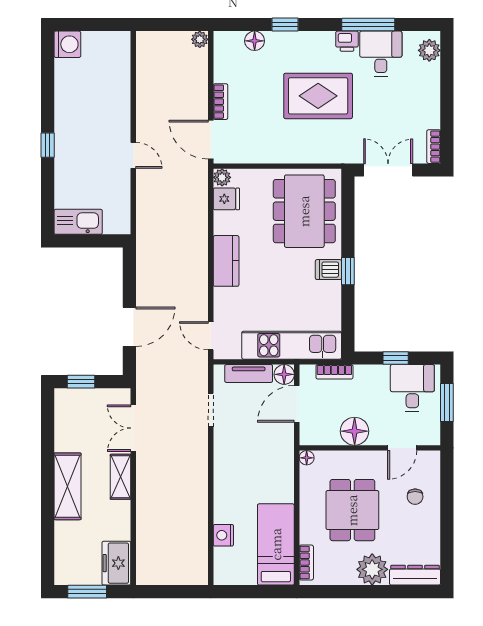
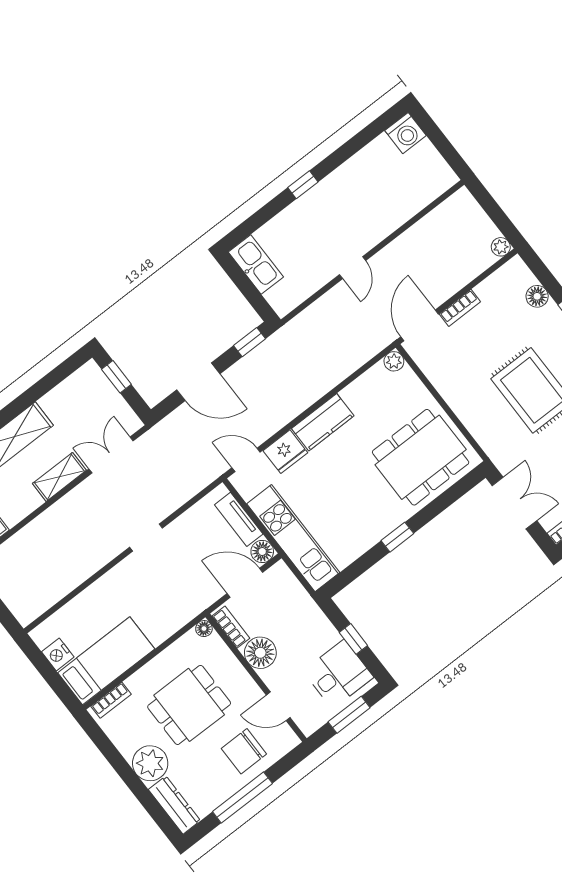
fridge: (226, 199) -> (285, 452), moved, width x1.38
window: (129, 269) -> (249, 342), added
dishwasher: (328, 270) -> (385, 519), removed
door: (211, 336) -> (246, 460), hinge flipped
bookcase: (334, 372) -> (231, 627), moved, turned 180
doorway: (211, 410) -> (146, 538), moved
chair: (415, 497) -> (244, 751), width x1.87, depth x1.87
window: (447, 523) -> (242, 798), added
nightstand: (223, 535) -> (58, 654), moved, turned -90

